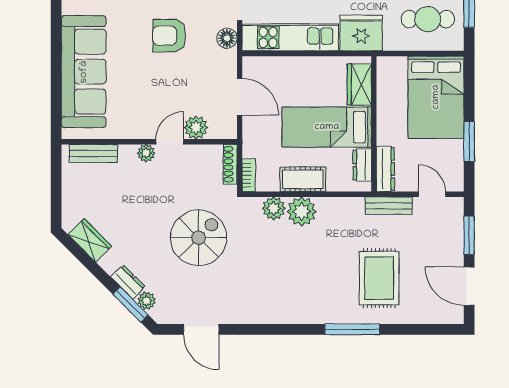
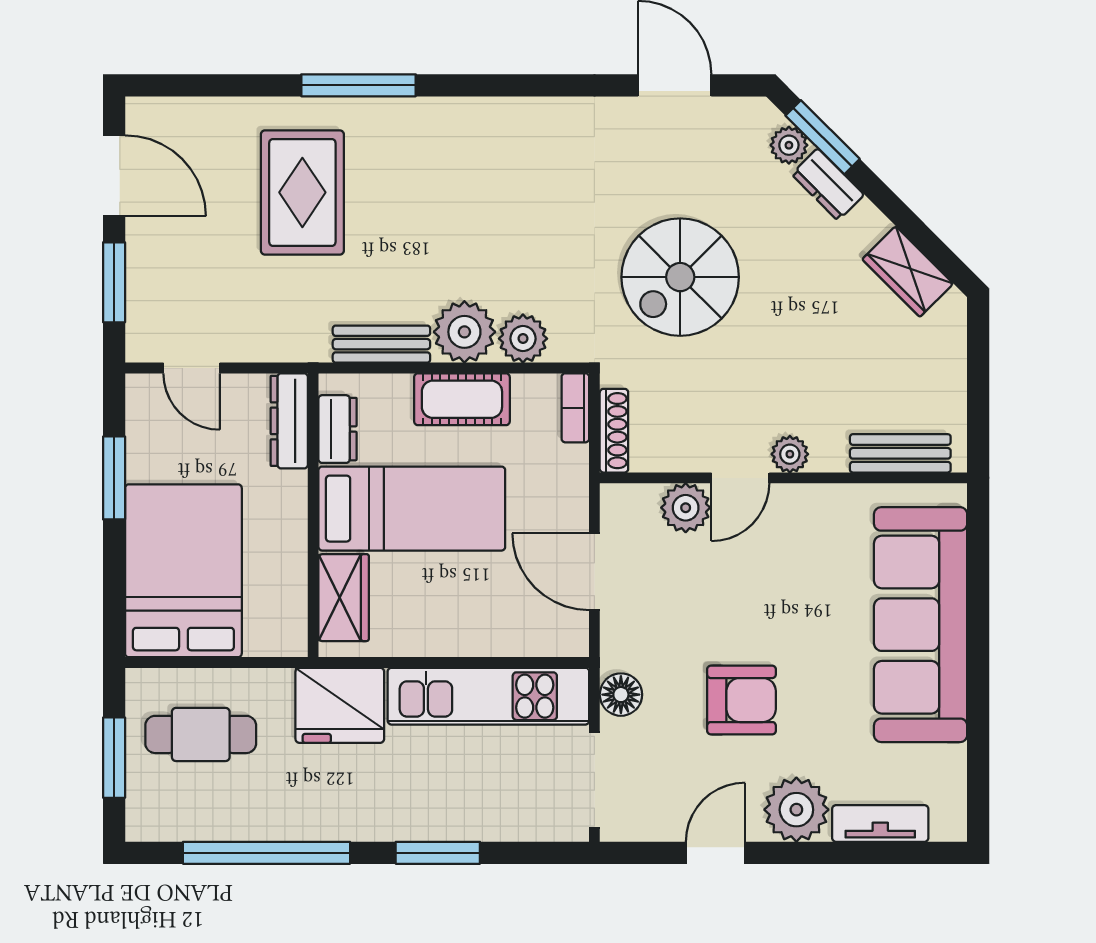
bench: (389, 206) -> (381, 344), moved

